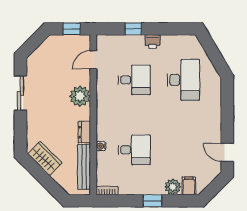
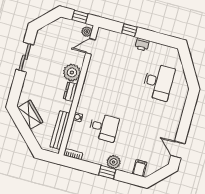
plant: (84, 44) -> (87, 32), added
desk: (134, 80) -> (119, 71), removed
dresser: (84, 132) -> (70, 92), moved
plant: (173, 187) -> (114, 162), moved

